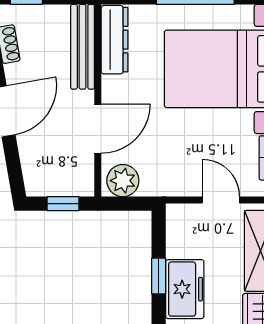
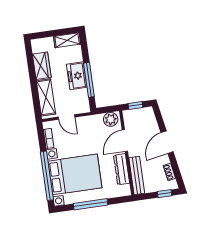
dresser: (115, 40) -> (122, 169), moved
window: (159, 276) -> (89, 80), width x2.17

